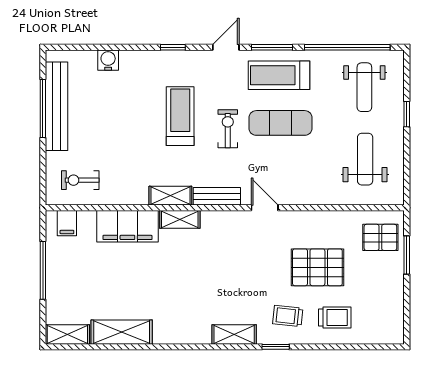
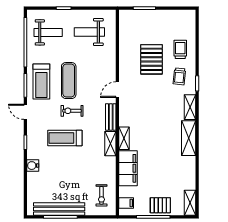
water cooler: (108, 60) -> (33, 166), moved
pallet: (380, 237) -> (160, 205), moved, turned 90
shelving: (122, 332) -> (189, 138), moved

